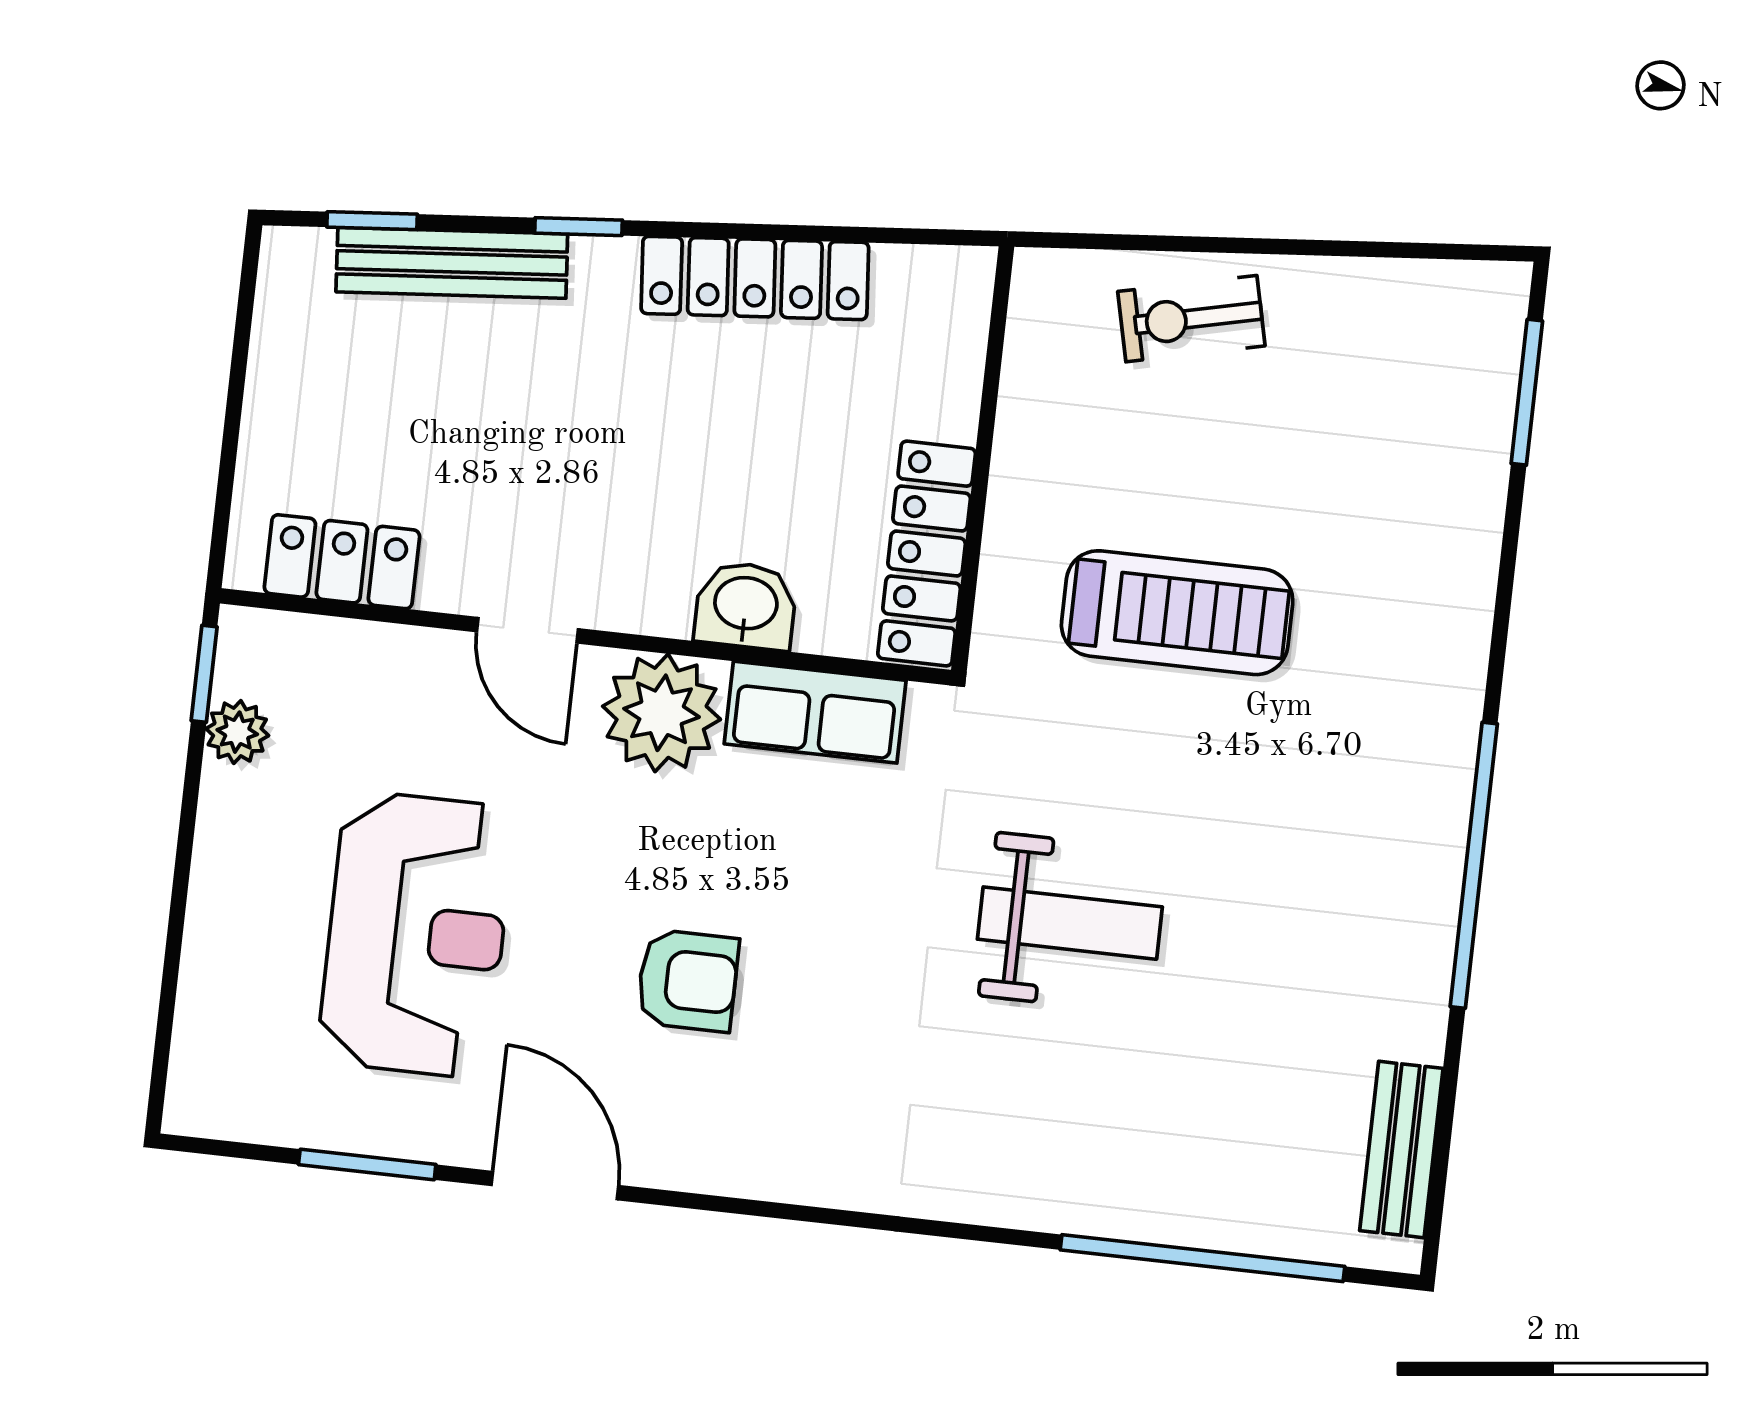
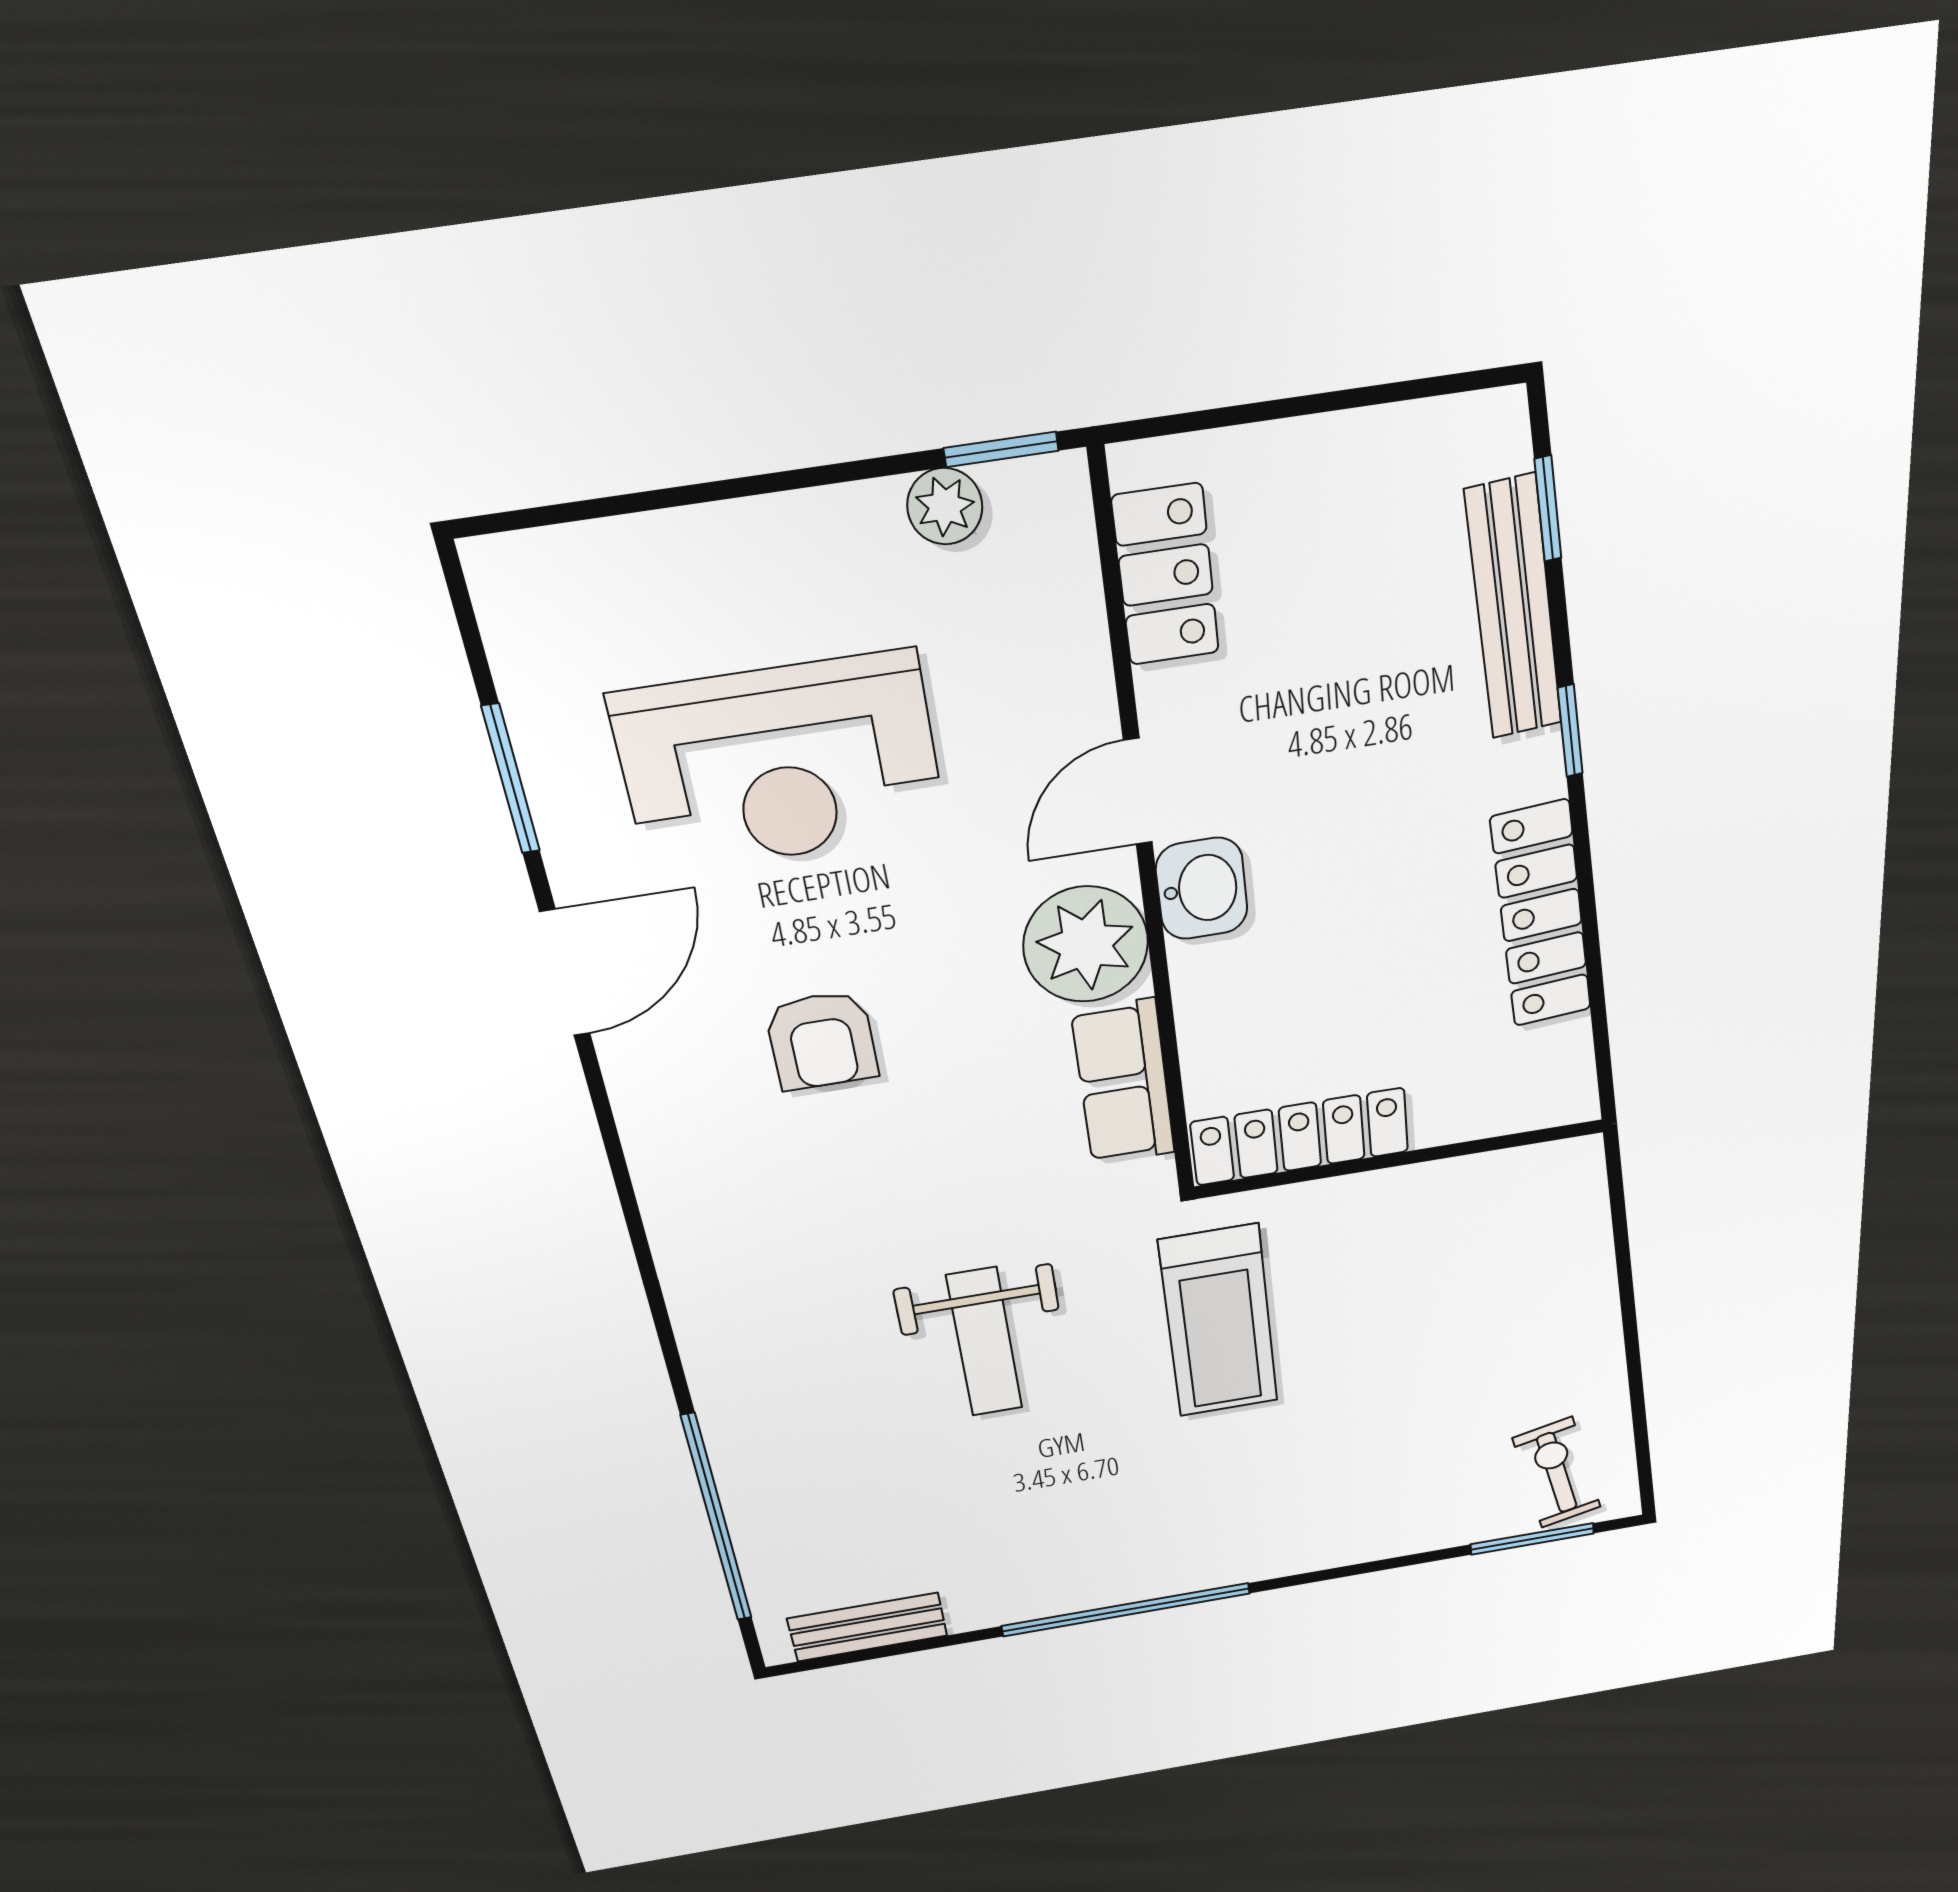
exercise bike: (1191, 319) -> (1557, 1473), moved
washbasin: (746, 606) -> (1202, 889), moved
treadmill: (1177, 613) -> (1219, 1322), moved

